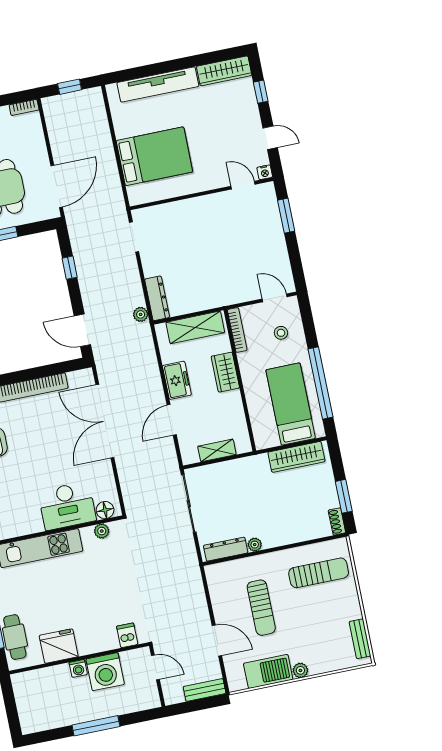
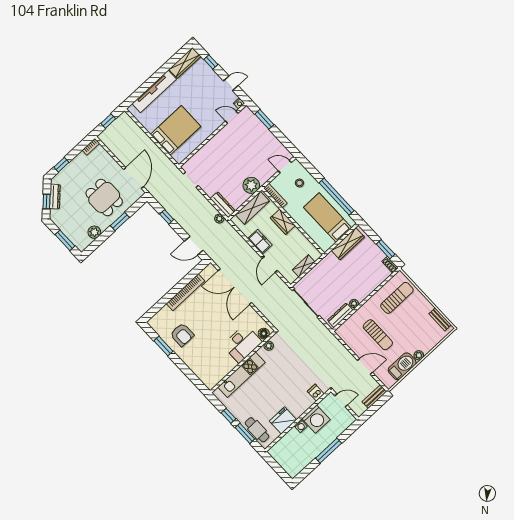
plant: (213, 295) -> (251, 185), added

